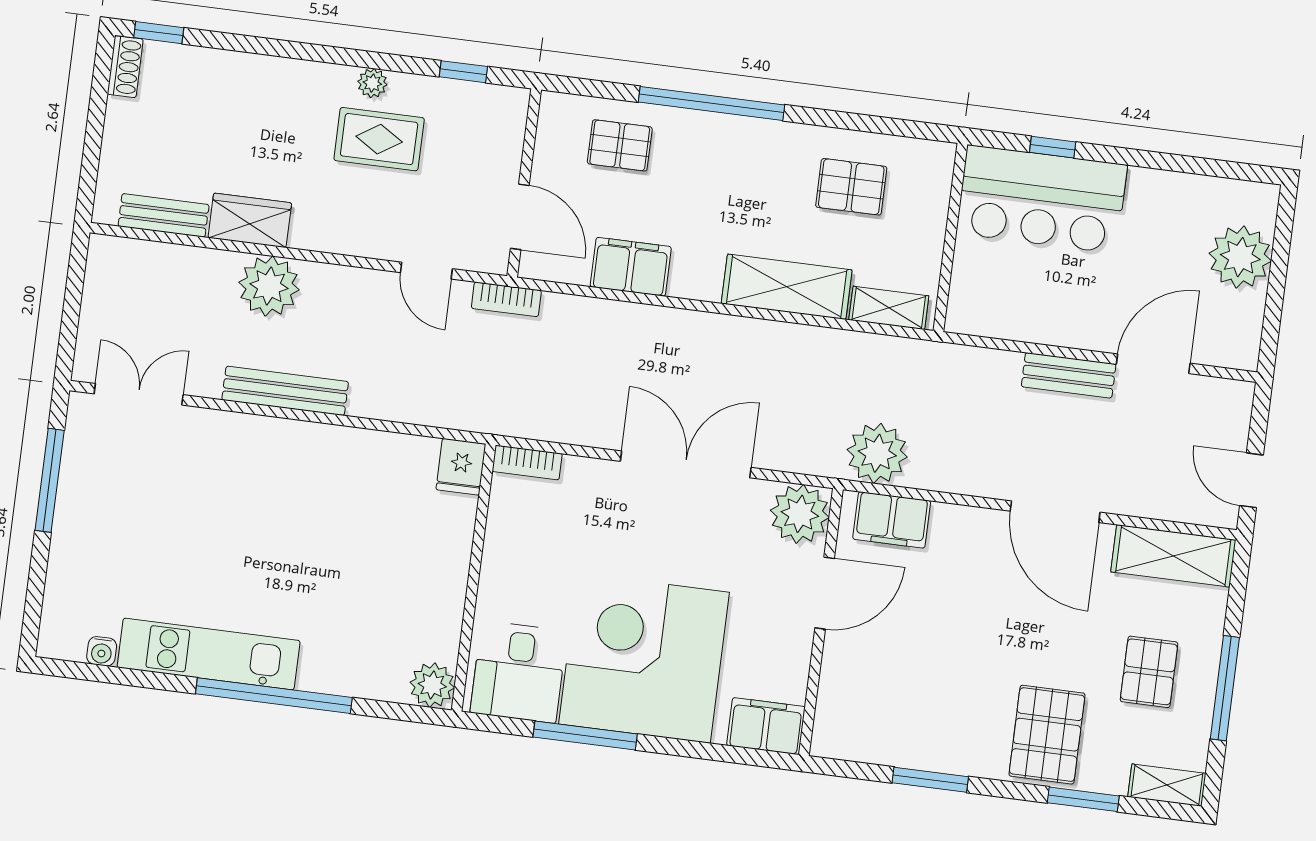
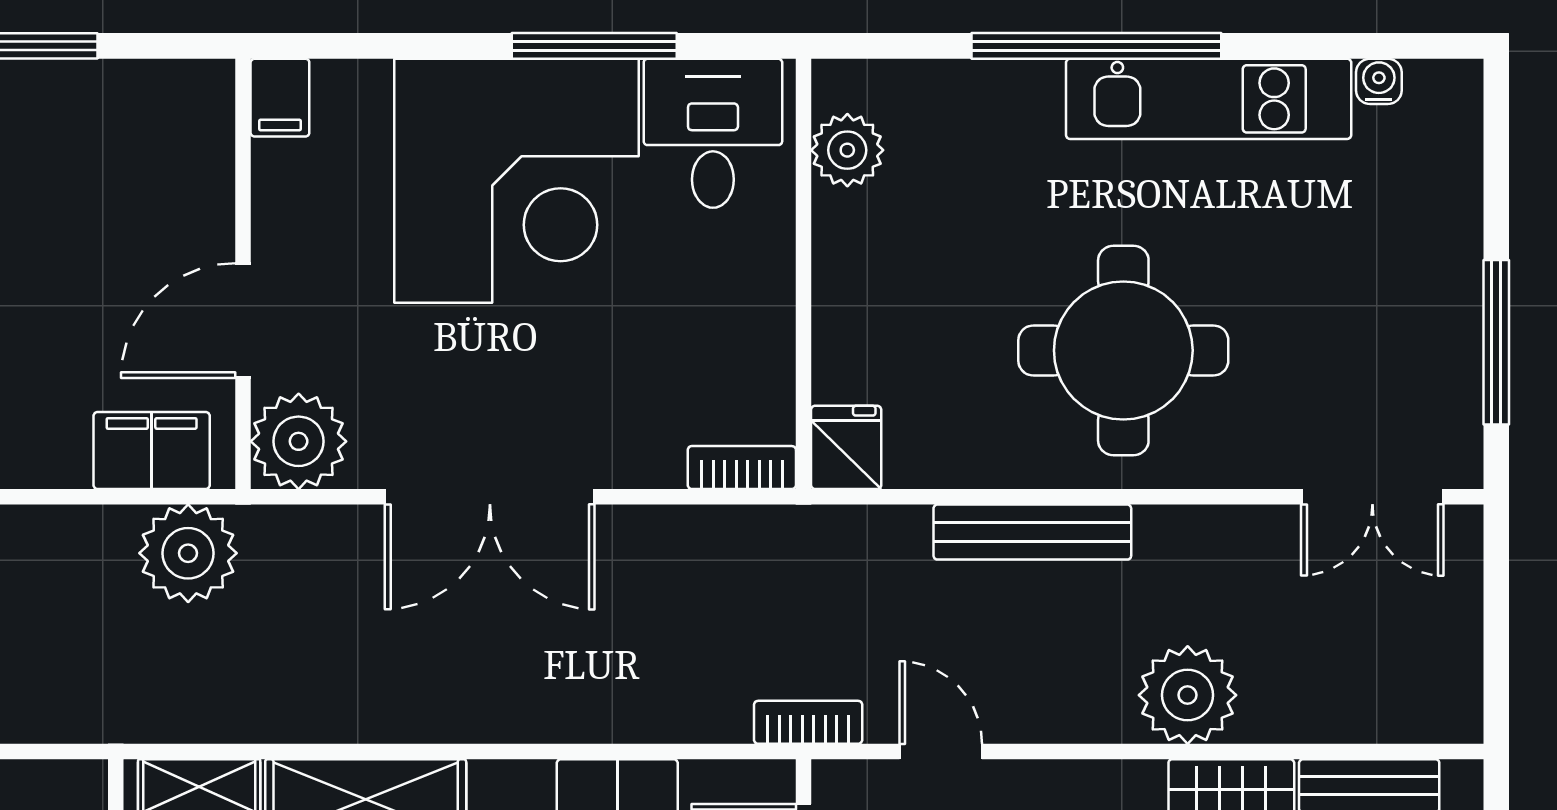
bench: (285, 391) -> (1032, 532), moved
round table: (281, 505) -> (1123, 350), added
plant: (432, 685) -> (847, 150), moved
filing cabinet: (766, 726) -> (280, 98), width x0.50

